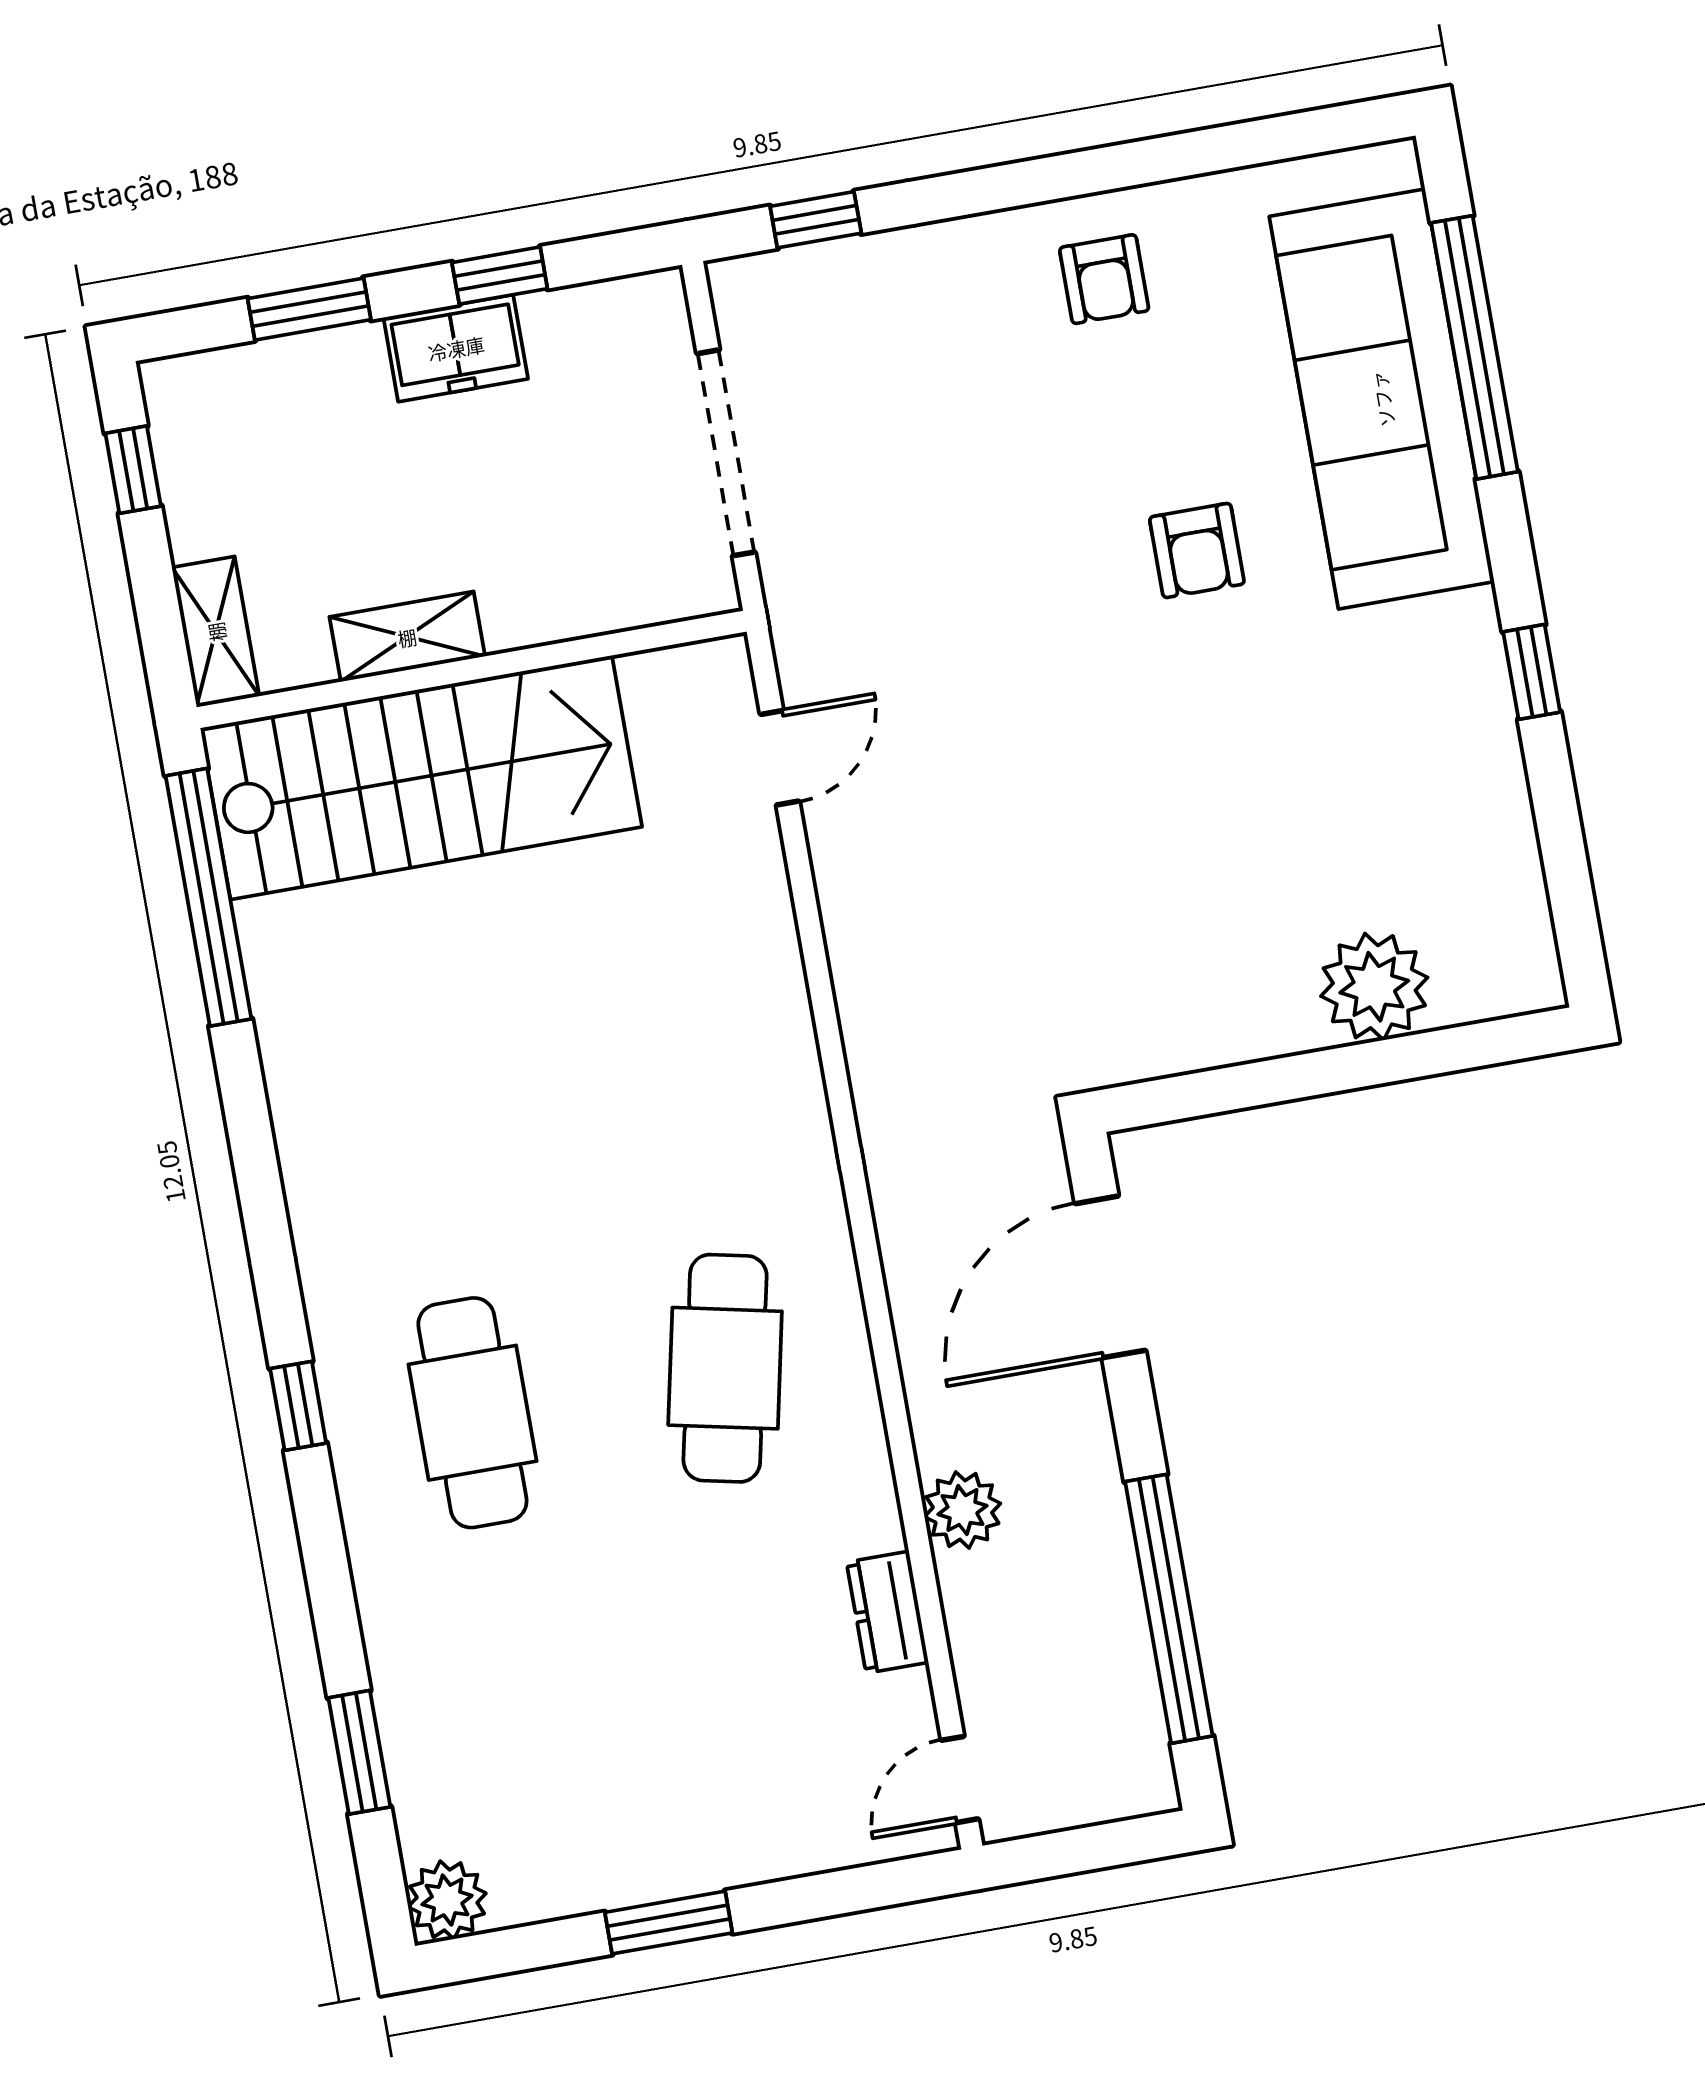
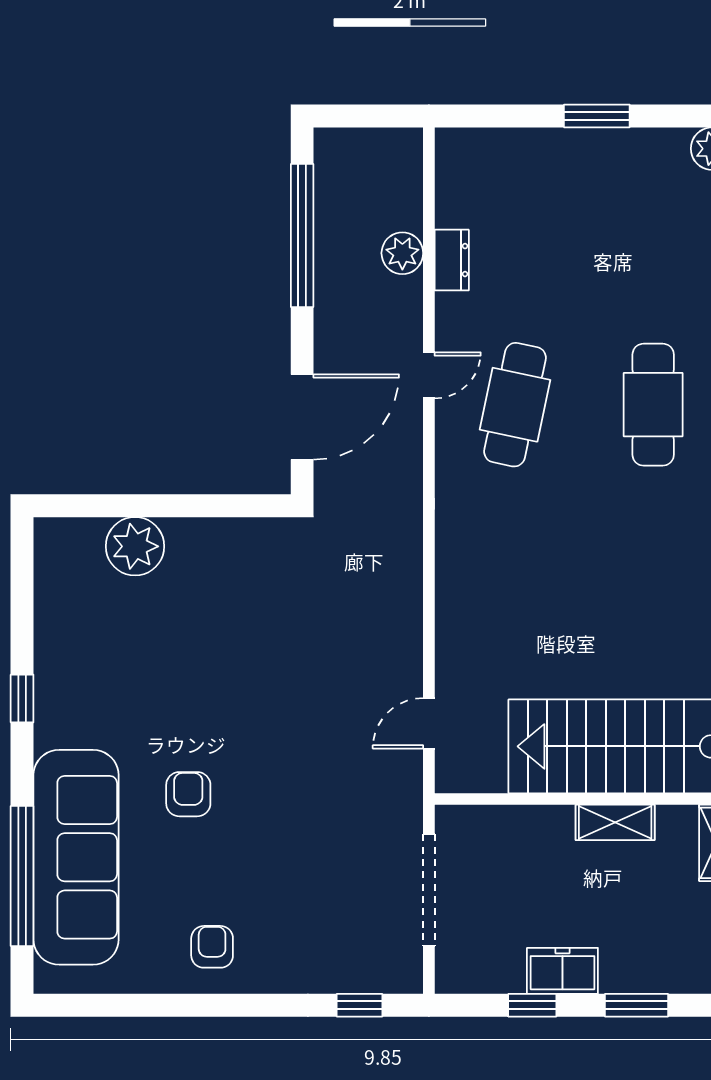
plant: (962, 1510) -> (402, 253), moved
door: (960, 1780) -> (429, 375), moved

